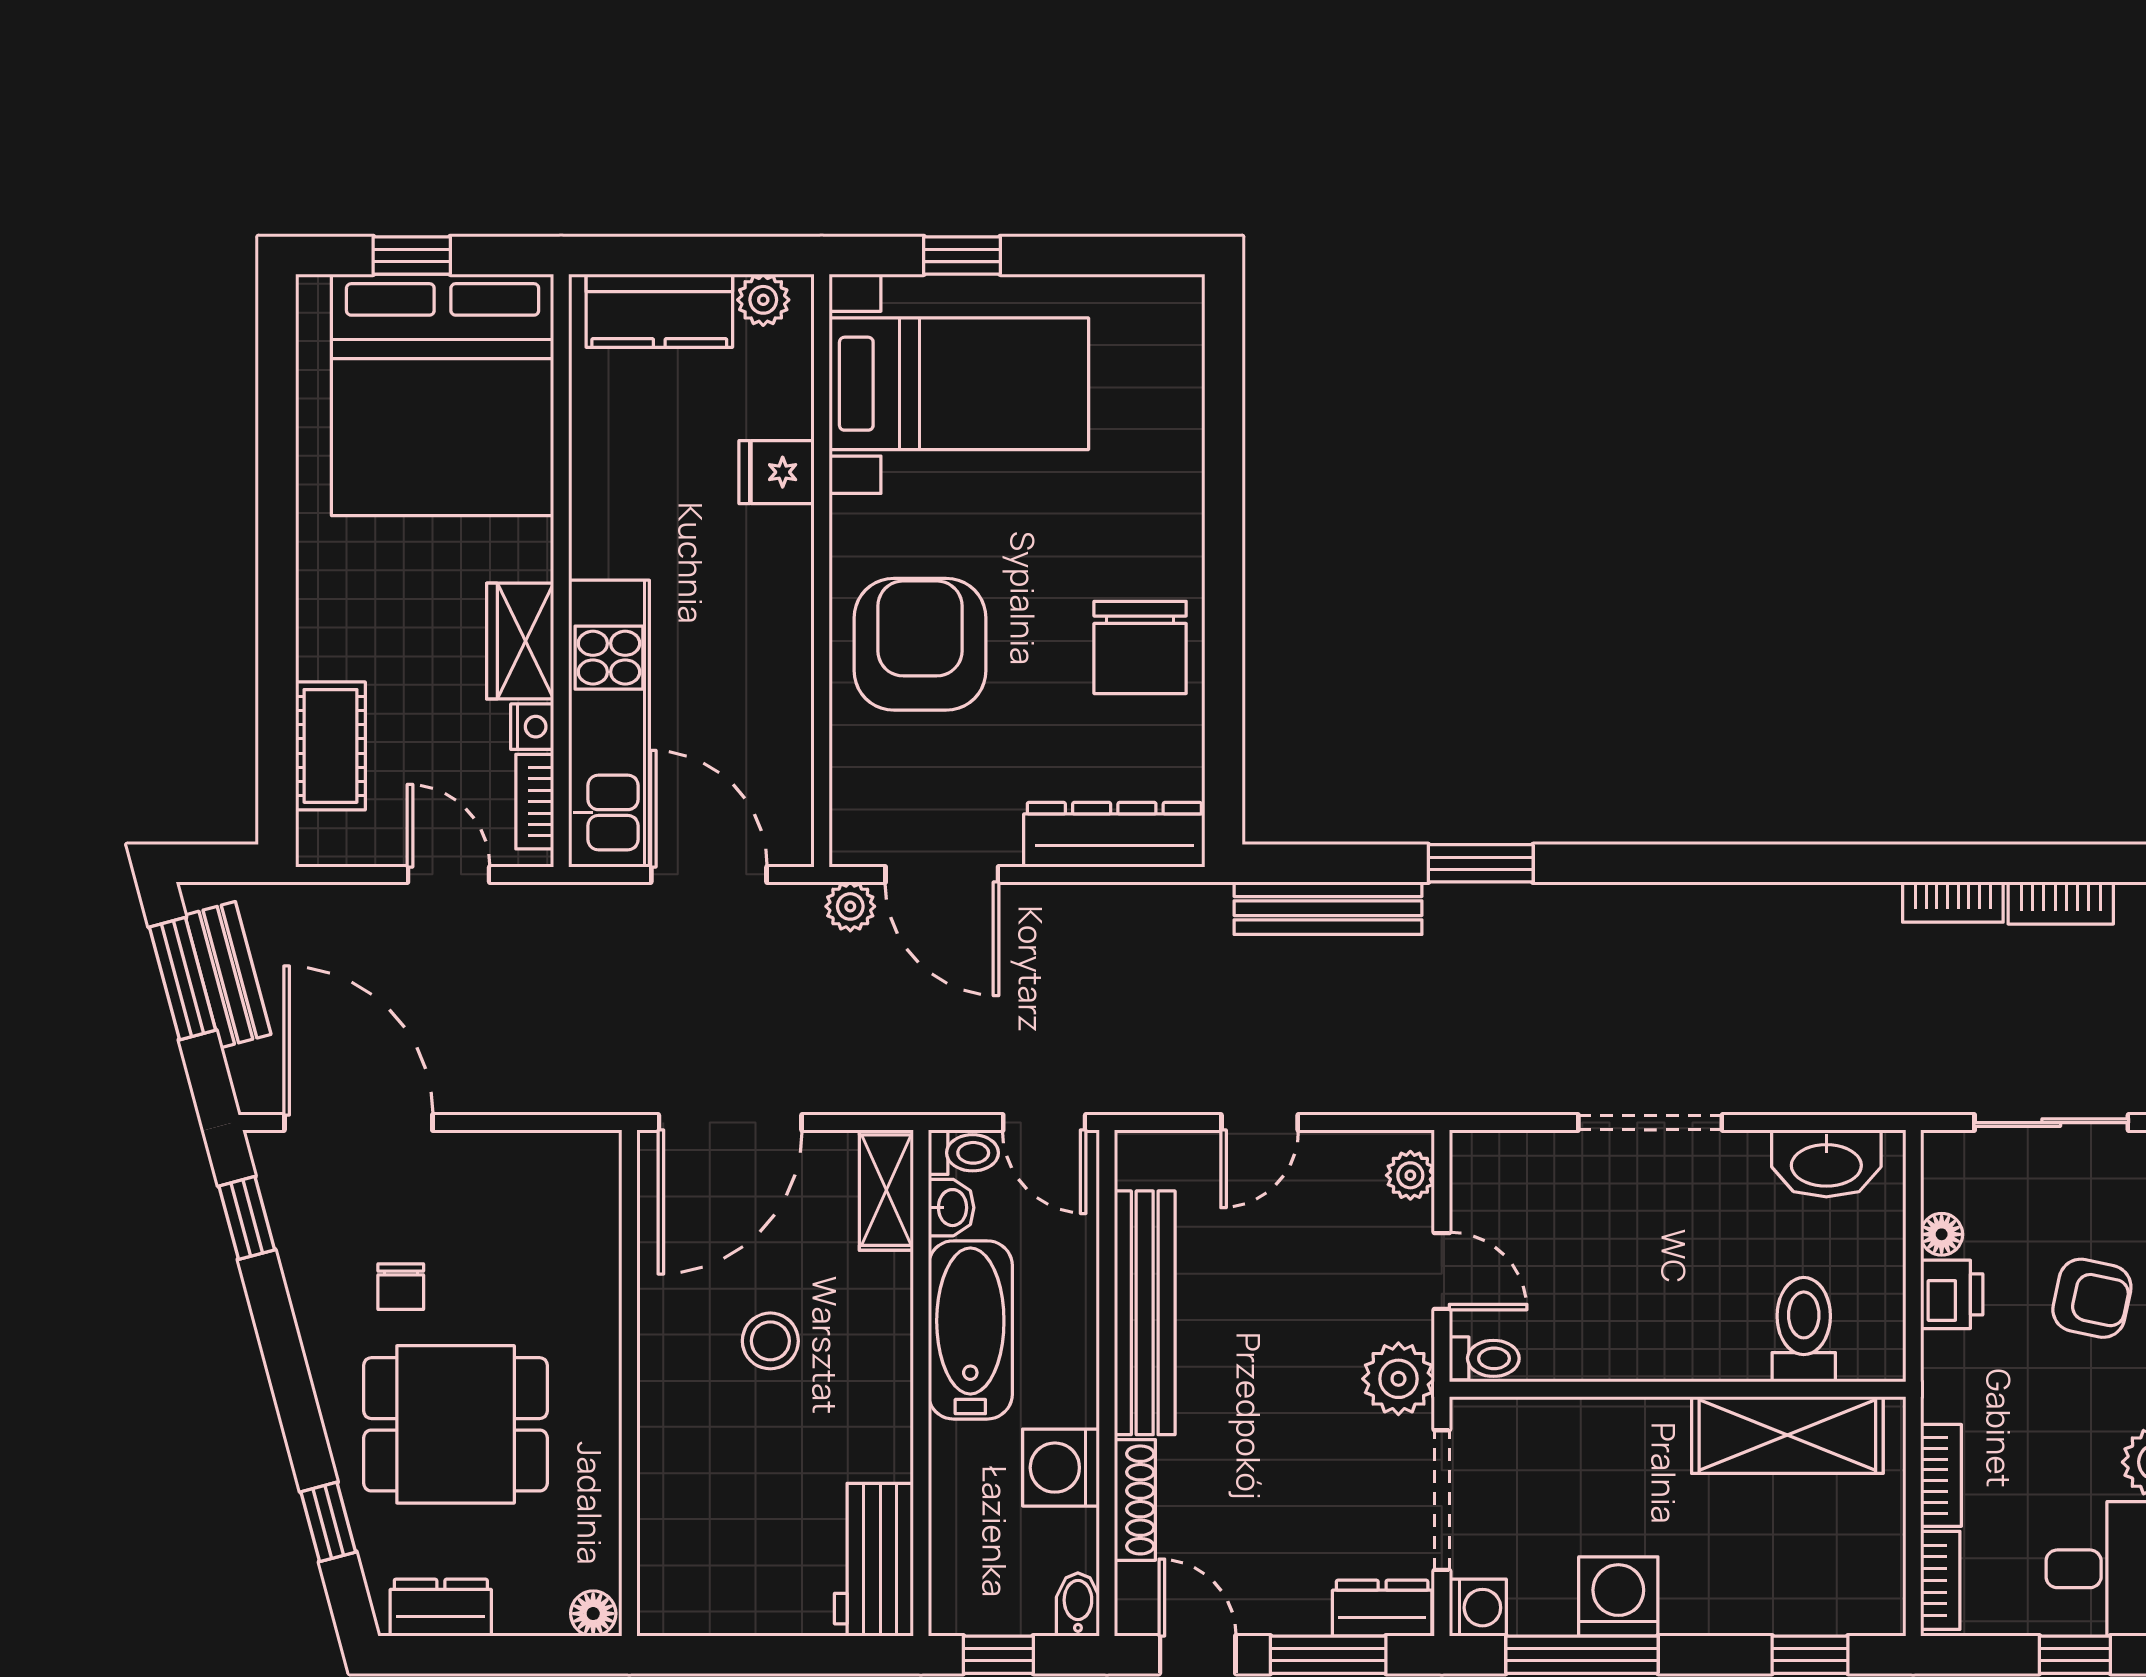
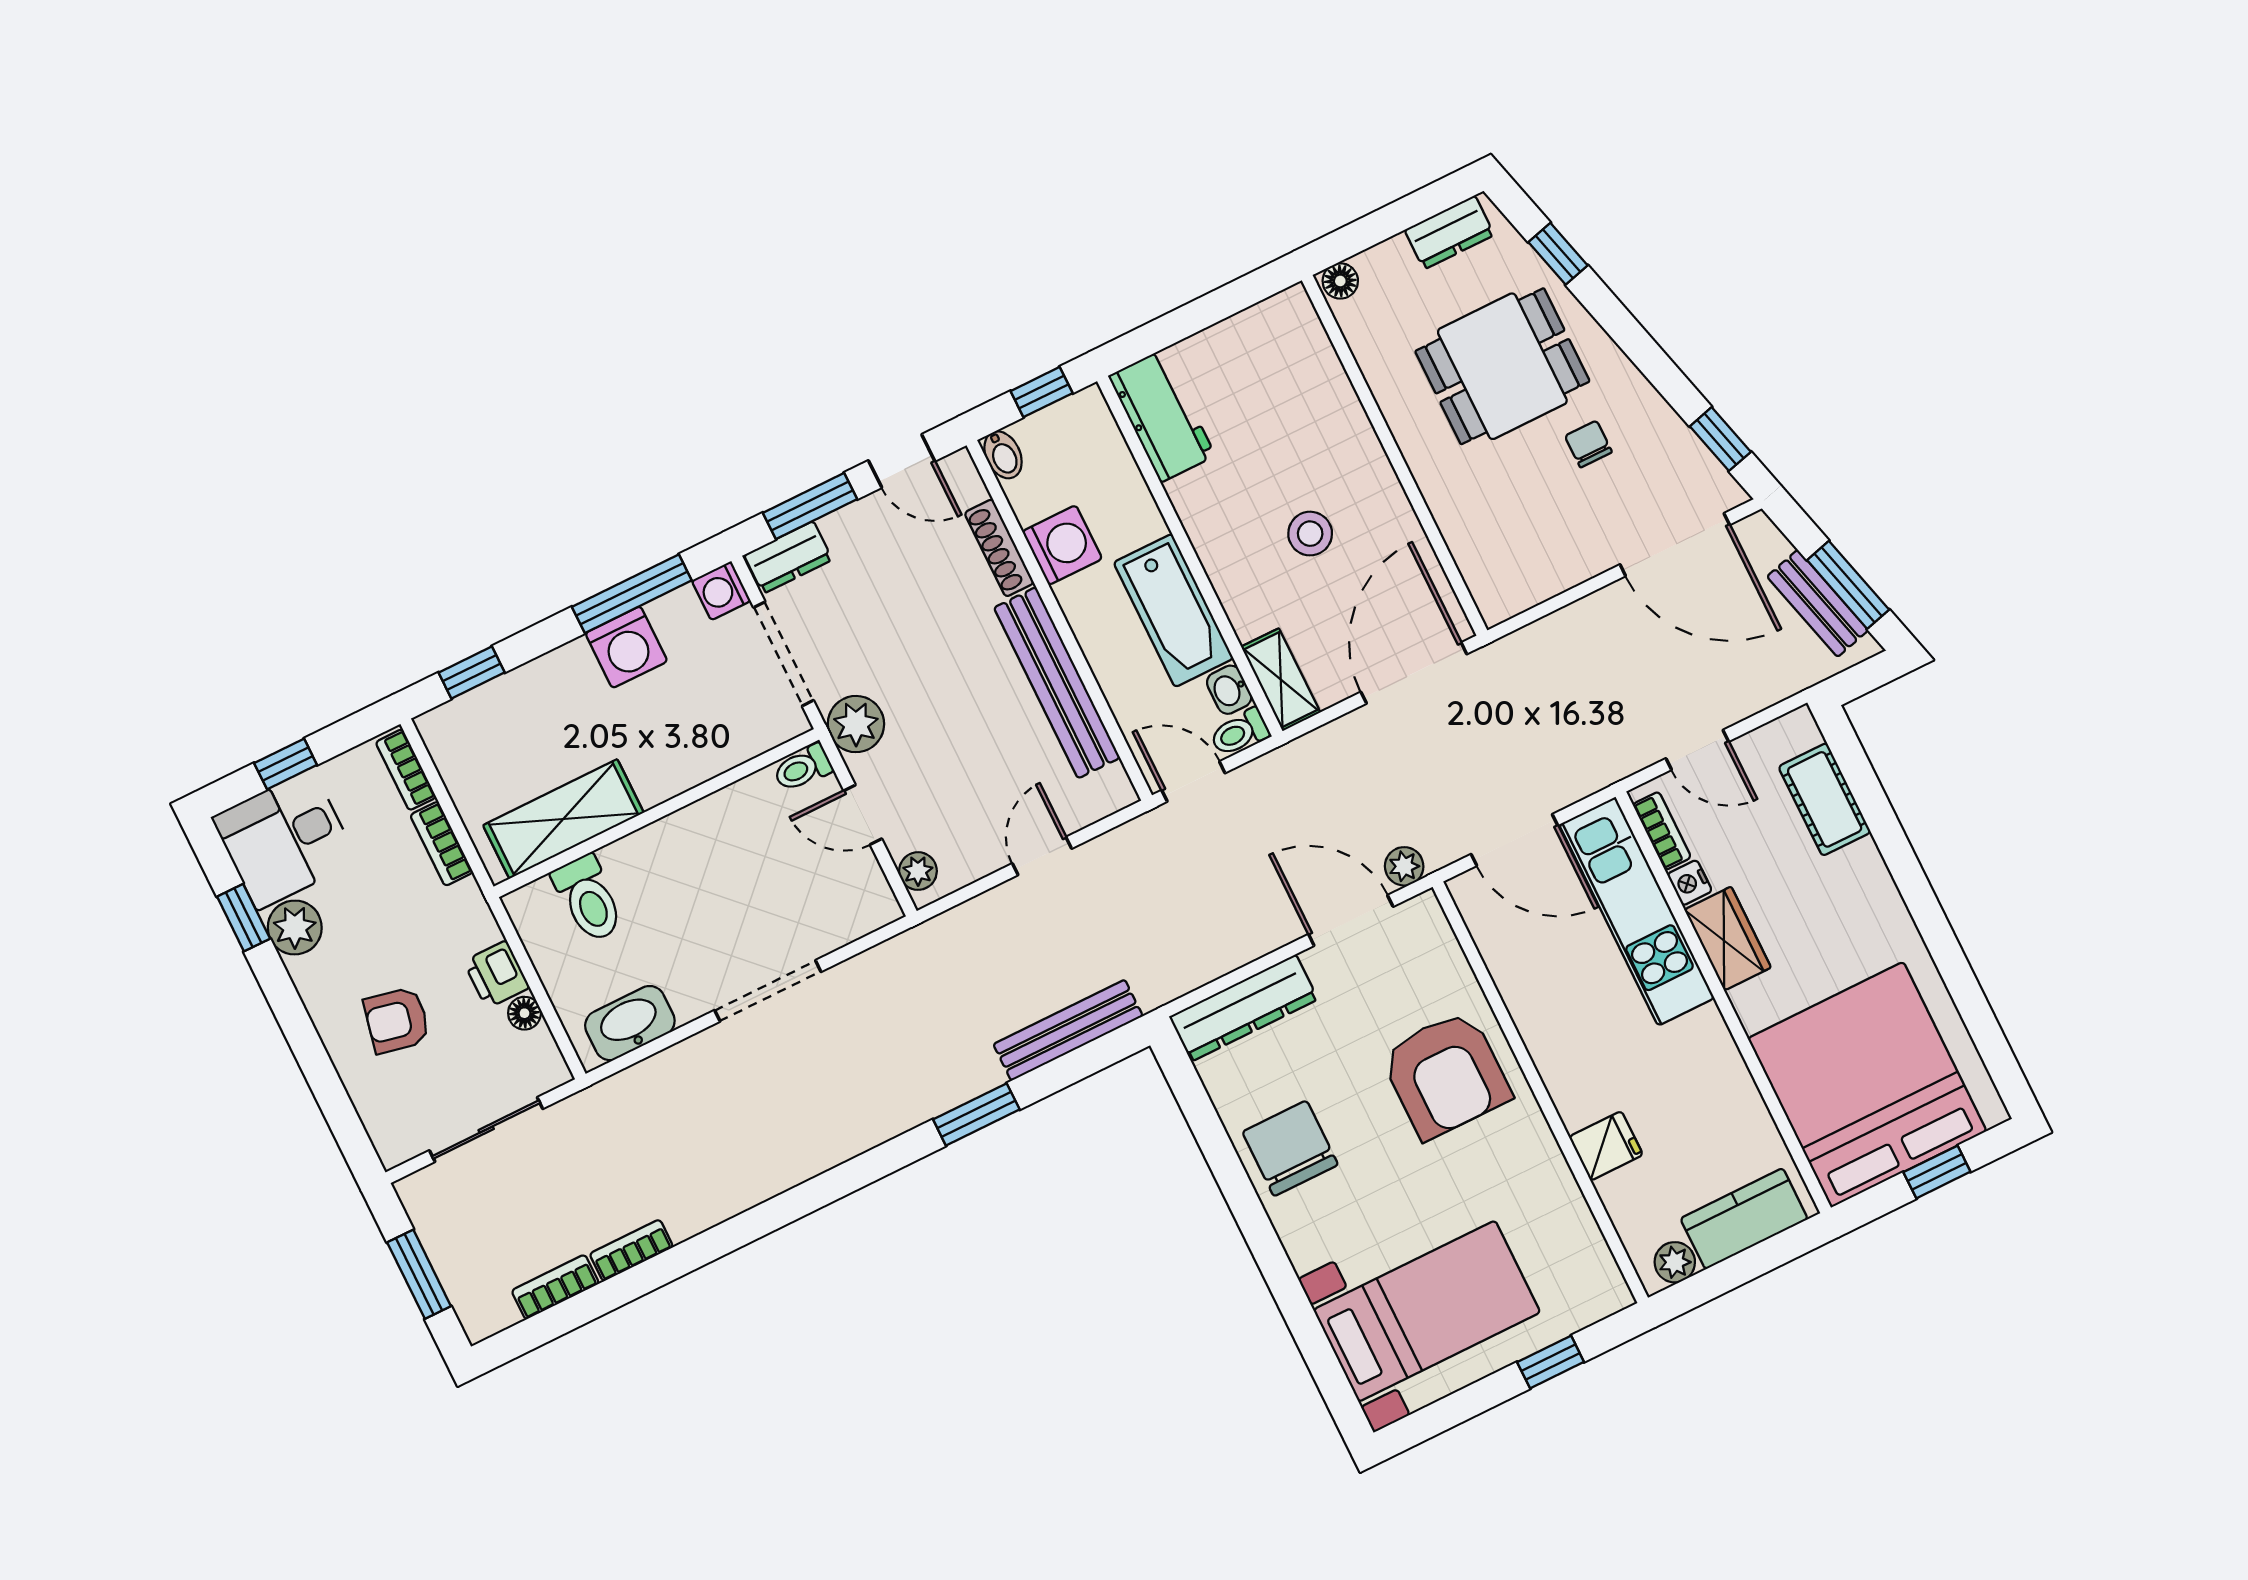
bed with nightstands: (959, 384) -> (1427, 1311), moved, turned 180

